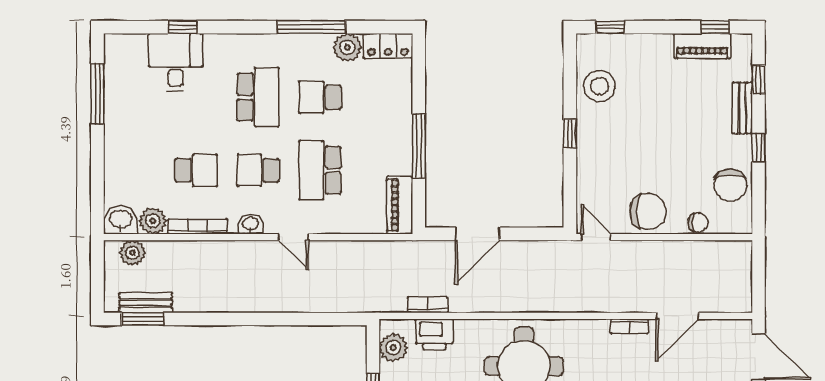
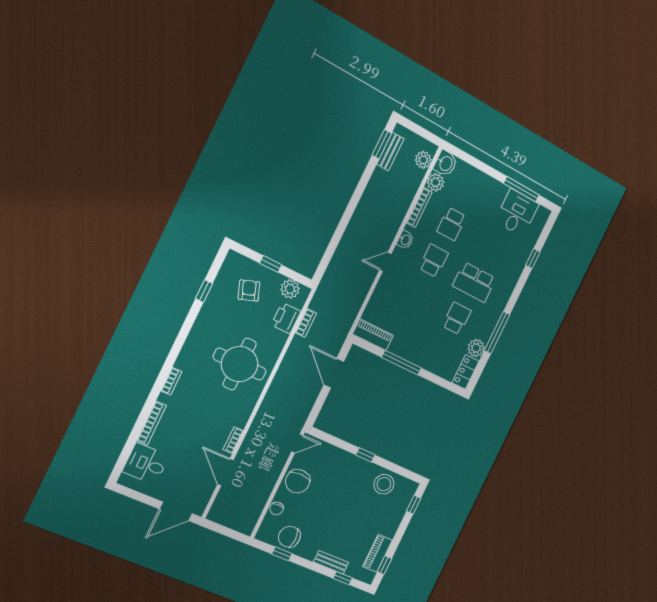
desk: (176, 62) -> (517, 213), moved, turned -90
window: (758, 148) -> (282, 554), moved
school desk: (320, 170) -> (416, 297), removed

